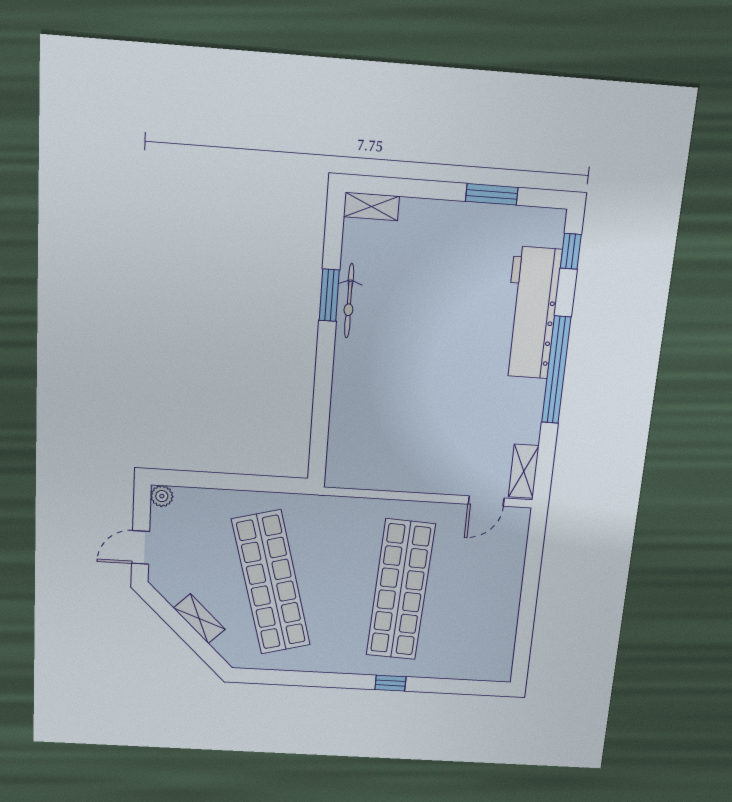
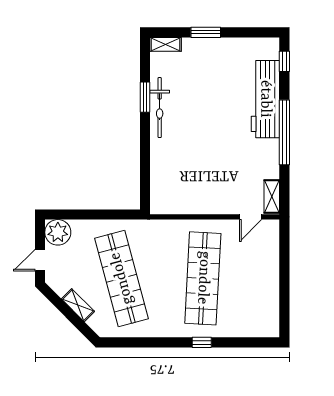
window: (492, 194) -> (206, 32), moved
bicycle: (349, 301) -> (160, 108), width x1.37, depth x1.40
plant: (162, 496) -> (58, 232), width x1.88, depth x1.88

